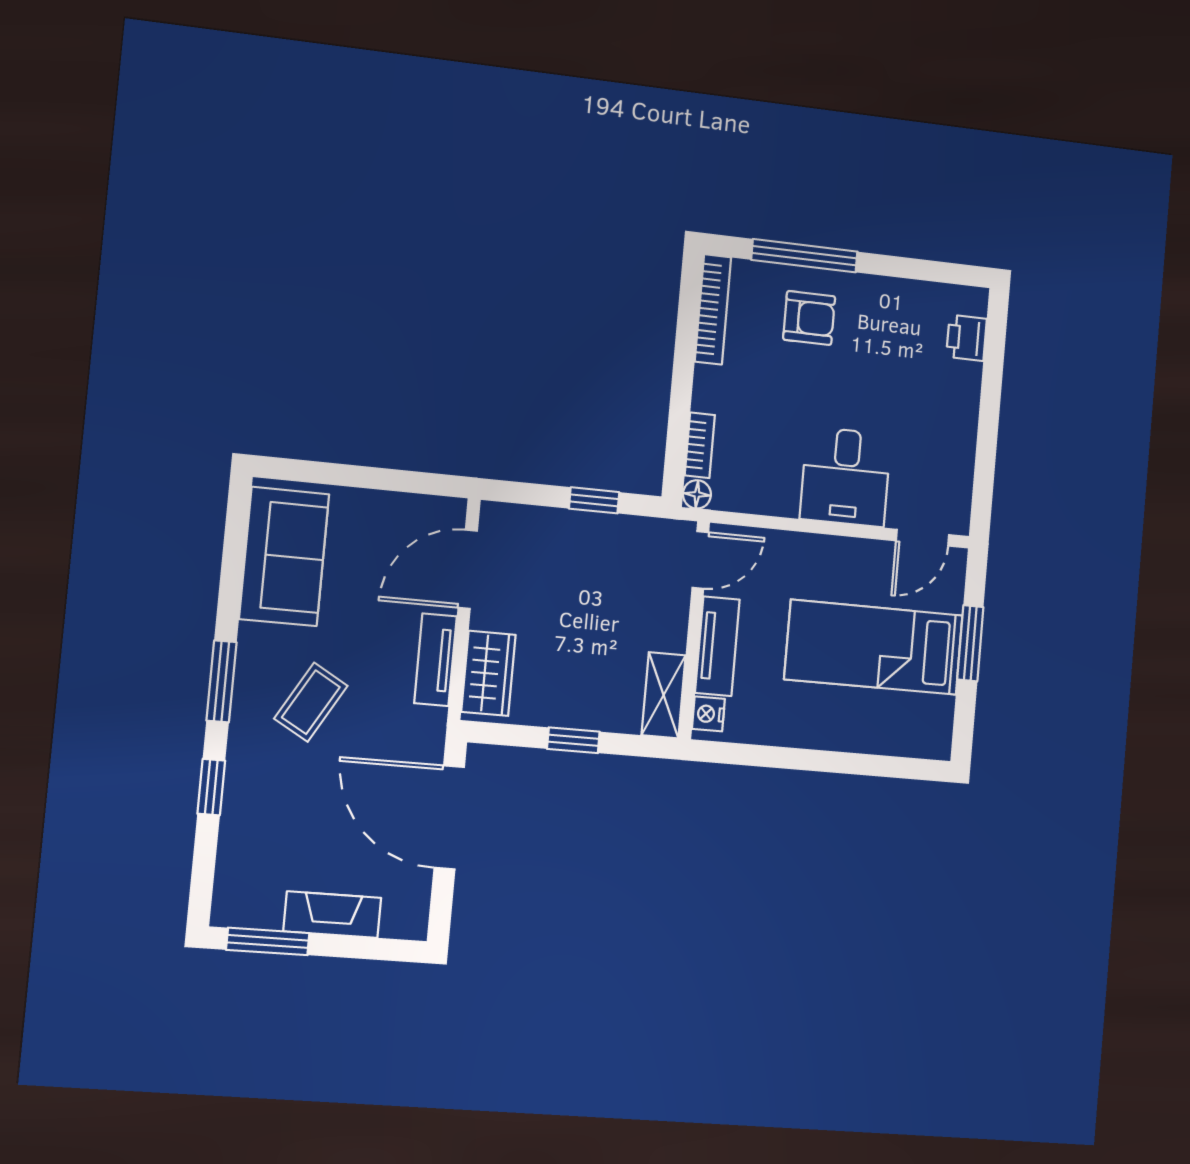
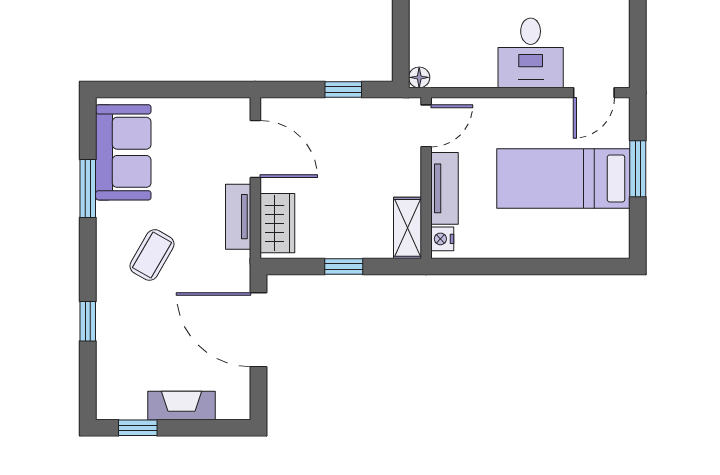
bookcase: (700, 445) -> (418, 41), removed
door: (468, 569) -> (255, 149), swing flipped
window: (222, 681) -> (88, 188), moved
window: (268, 941) -> (138, 428), width x0.67

